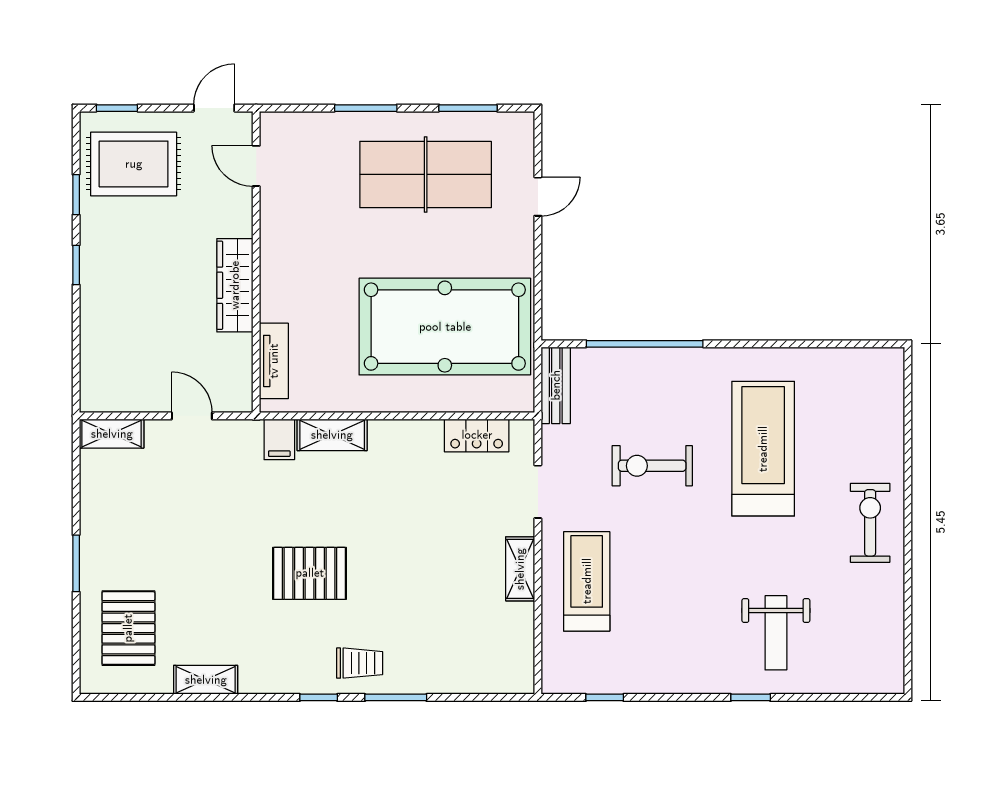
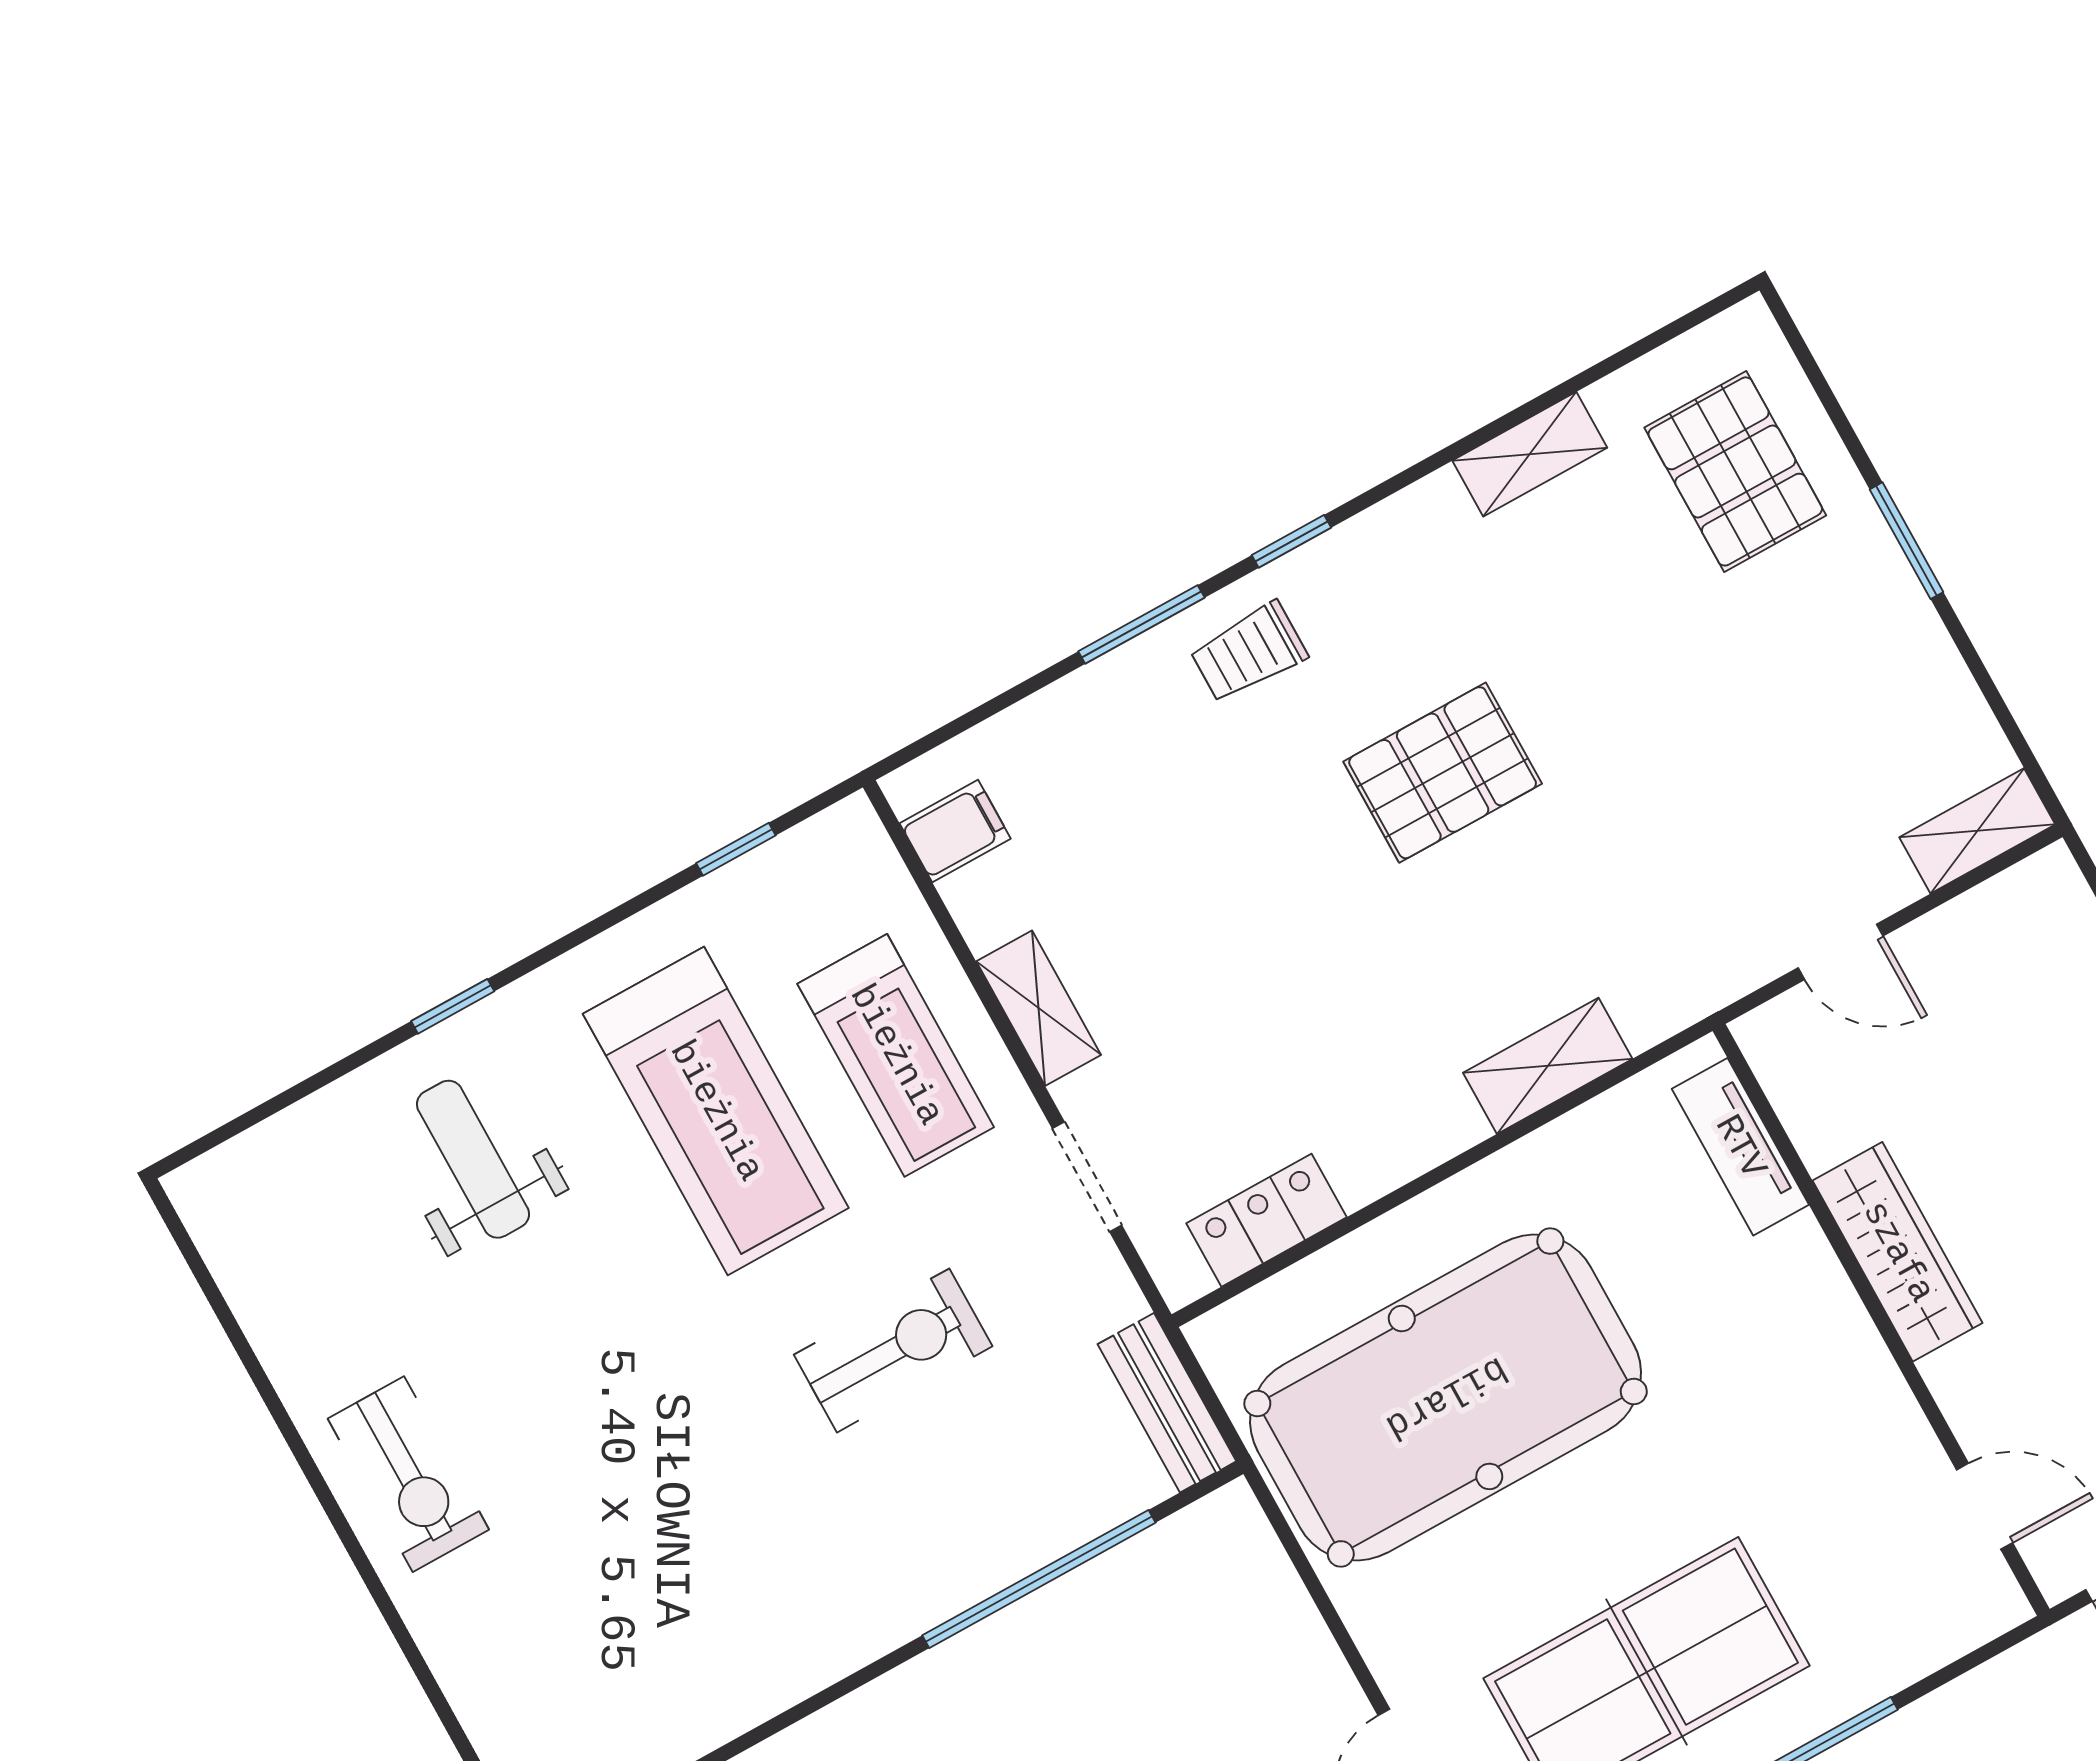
filing cabinet: (279, 439) -> (955, 831), moved, turned 90
treadmill: (763, 449) -> (716, 1111), moved

